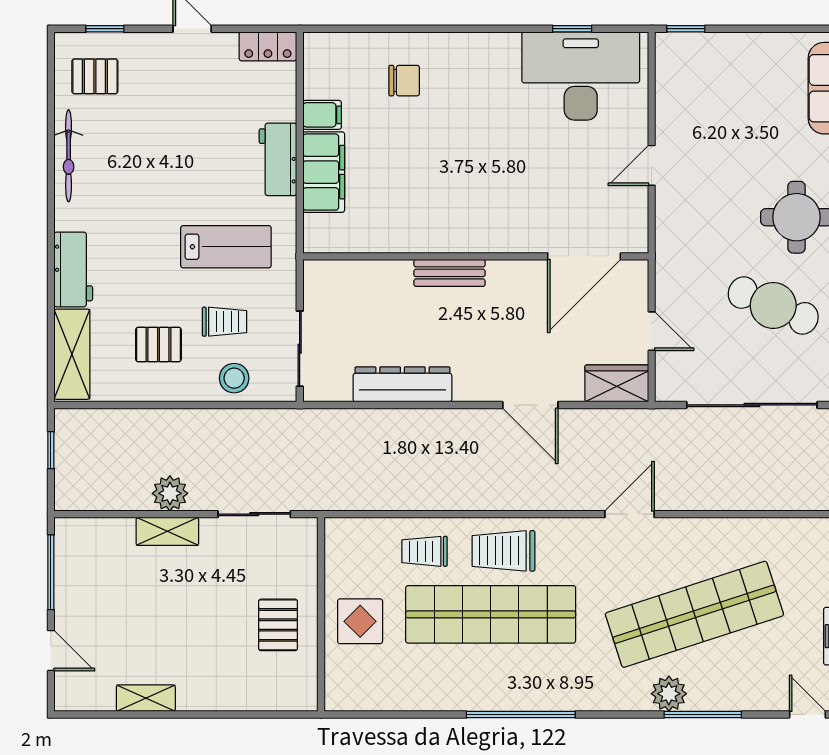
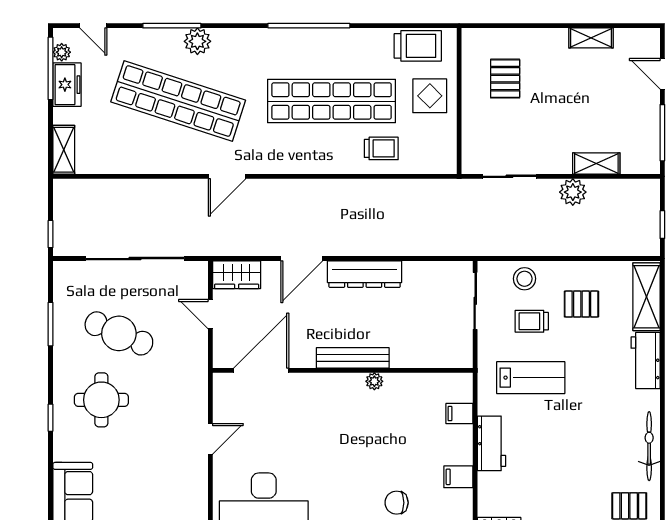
filing cabinet: (324, 172) -> (459, 414), width x0.33, depth x0.86
plant: (434, 242) -> (374, 381), added
lab bench: (226, 247) -> (531, 378), turned 180
bench: (449, 273) -> (353, 358), width x1.36
dresser: (402, 384) -> (365, 274), moved
door: (530, 405) -> (302, 259), swing flipped
shelving: (167, 531) -> (596, 163), moved
trolley: (504, 551) -> (418, 46), moved
shop shelf: (694, 614) -> (178, 101), turned 36
pallet: (278, 625) -> (505, 79), moved

